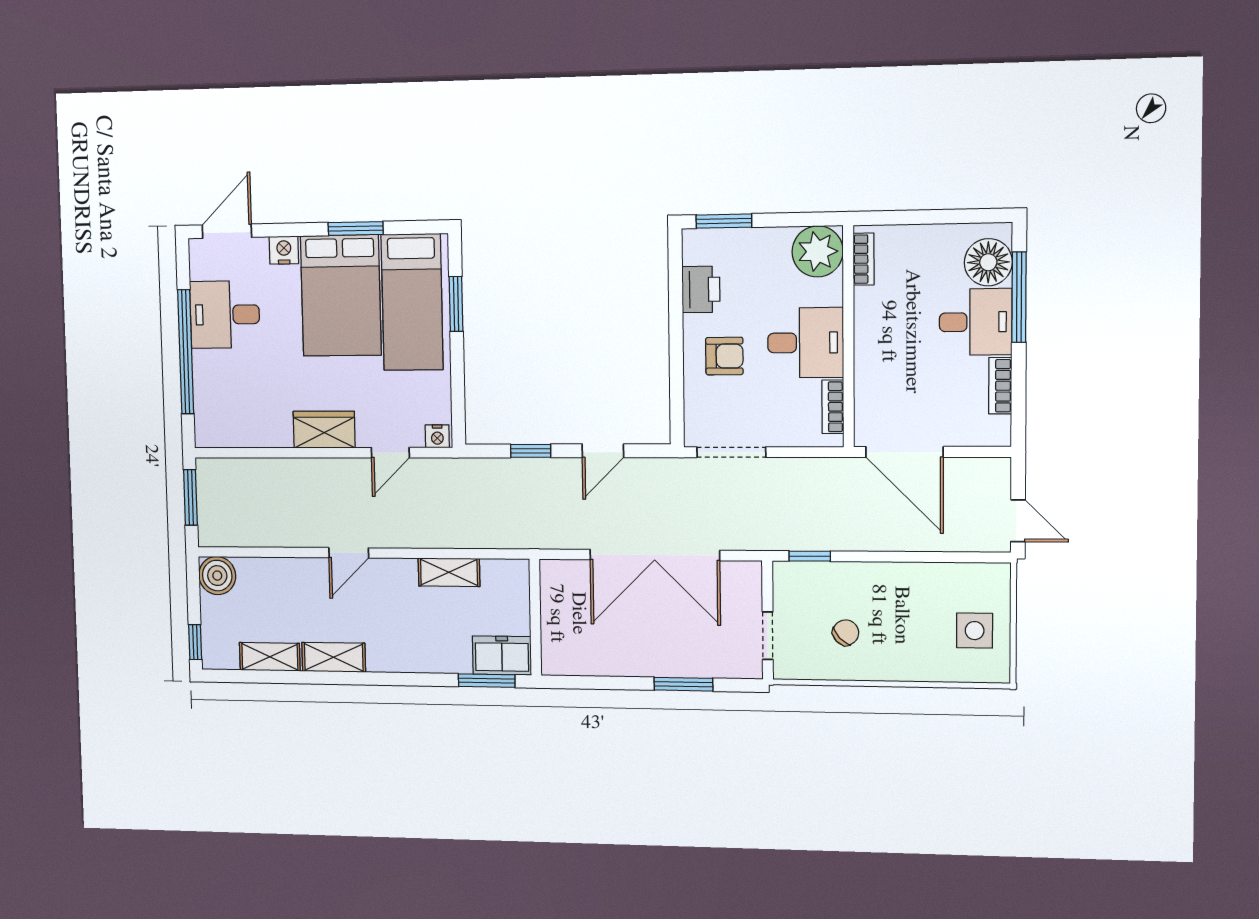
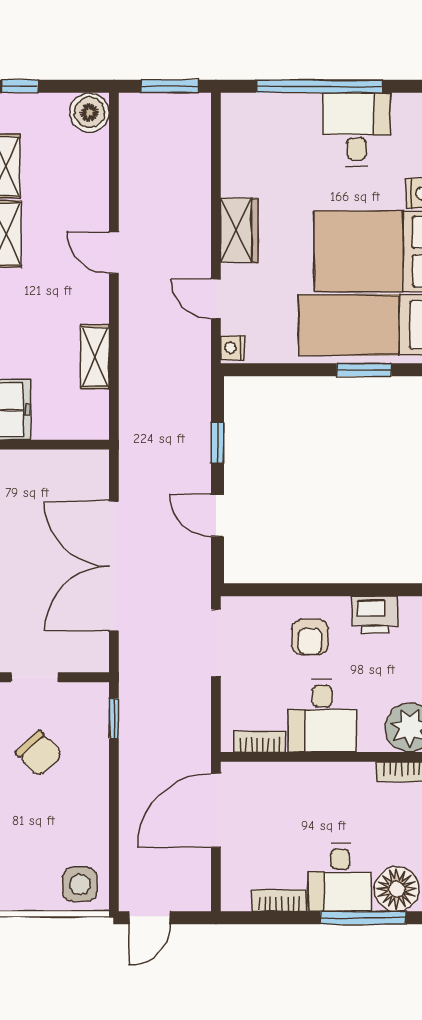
side table: (975, 631) -> (80, 884), moved
chair: (846, 633) -> (39, 754), width x1.37, depth x1.37

